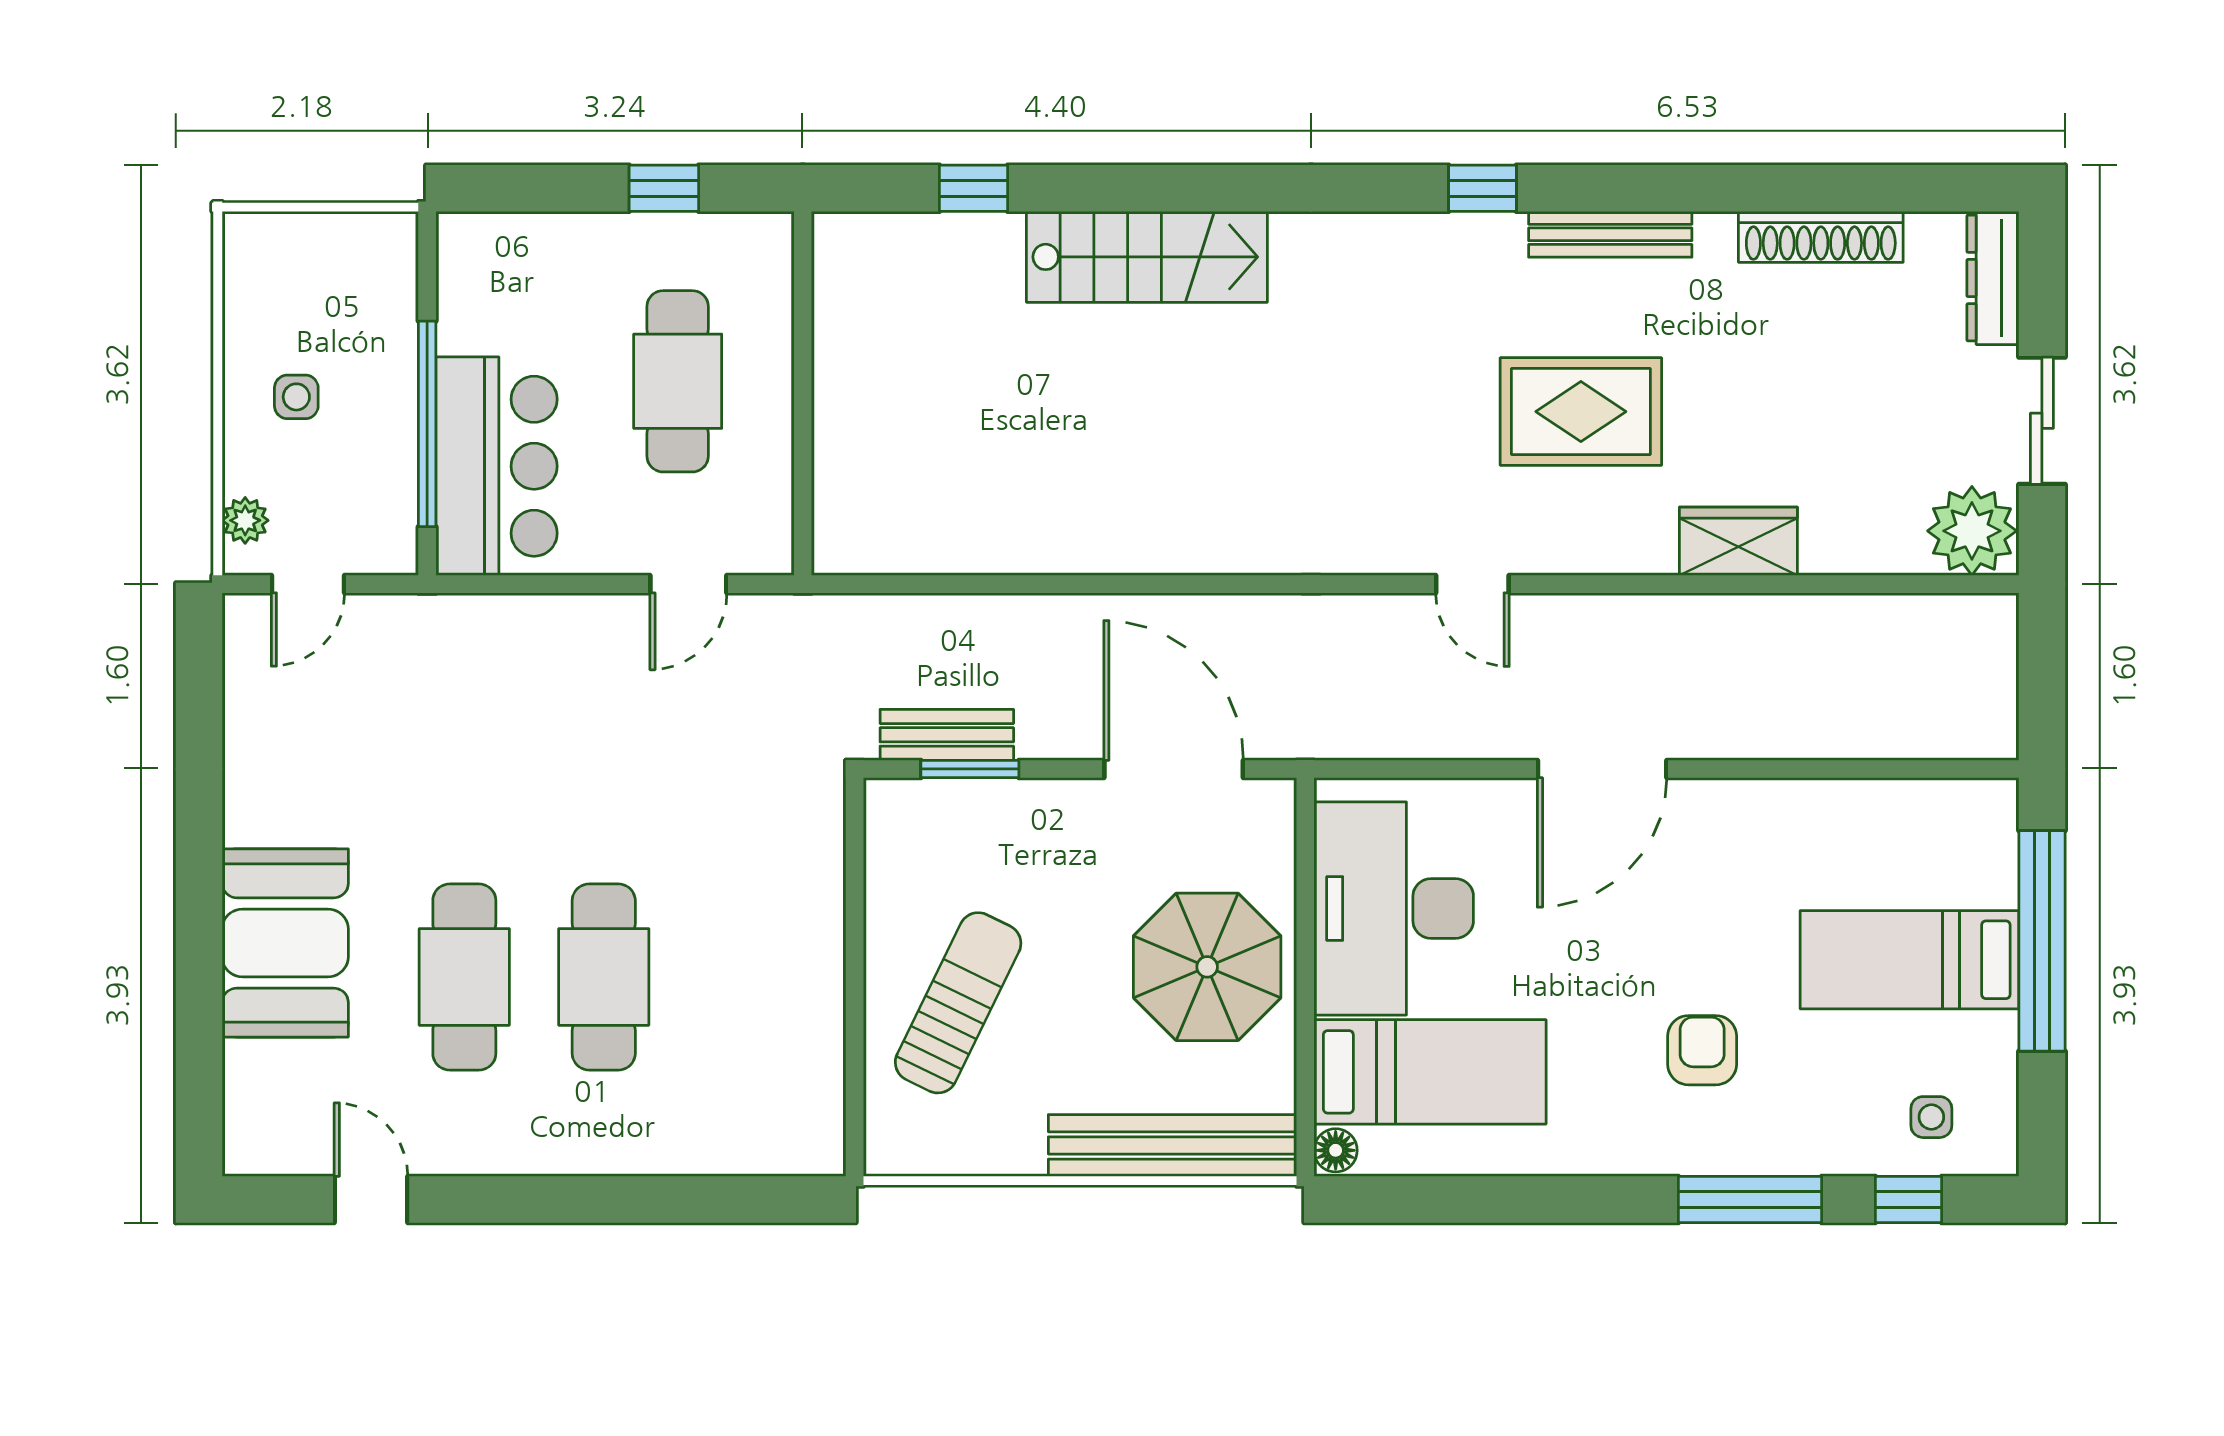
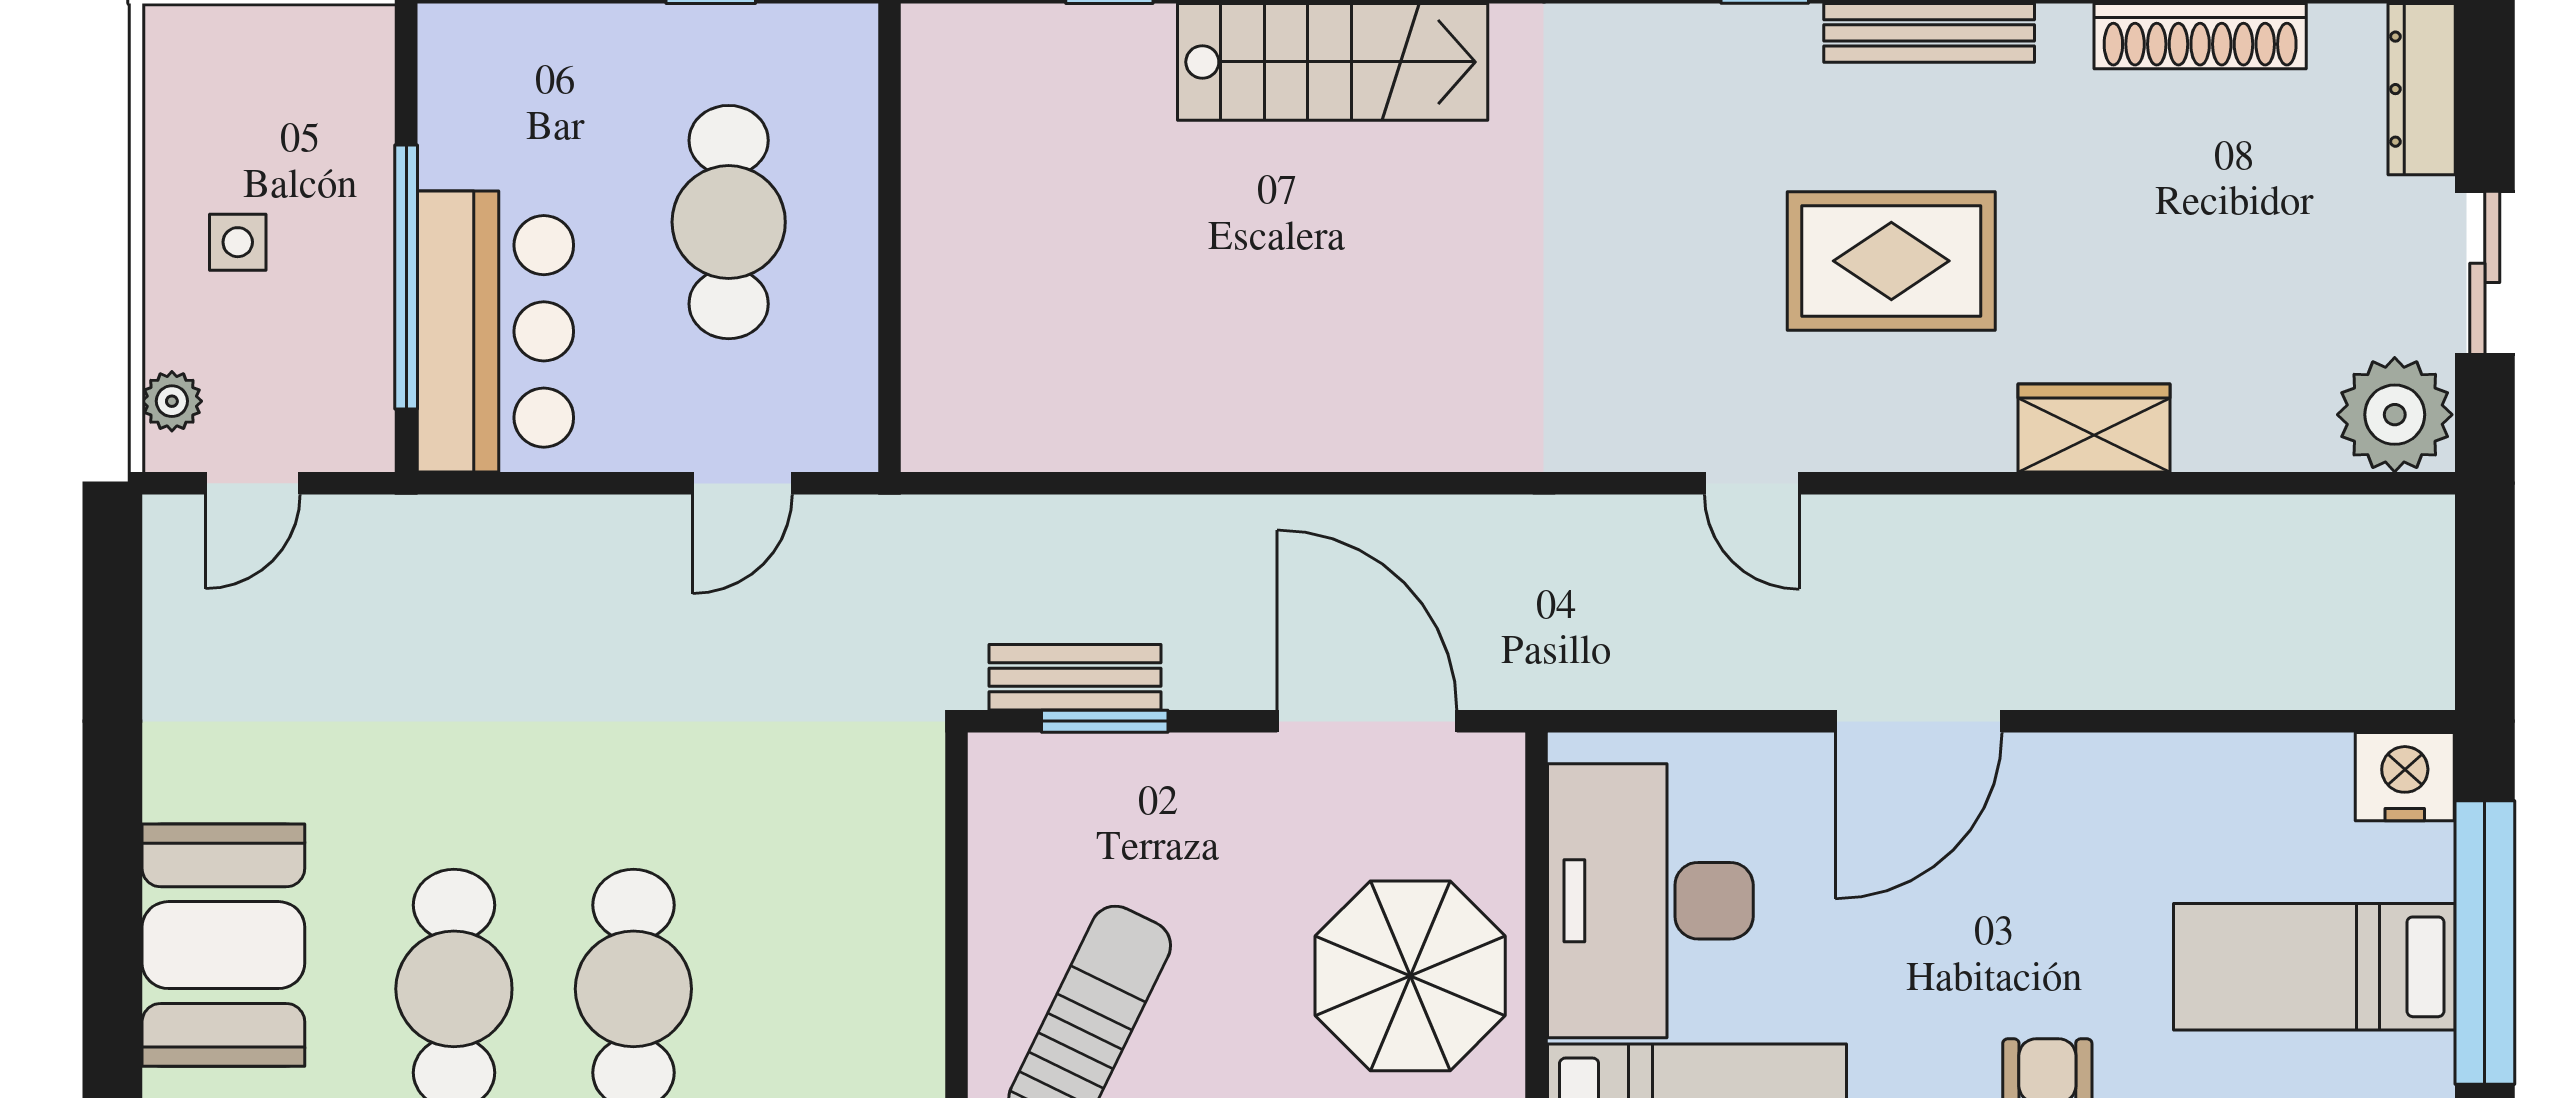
nightstand: (1980, 812) -> (2405, 777), added

